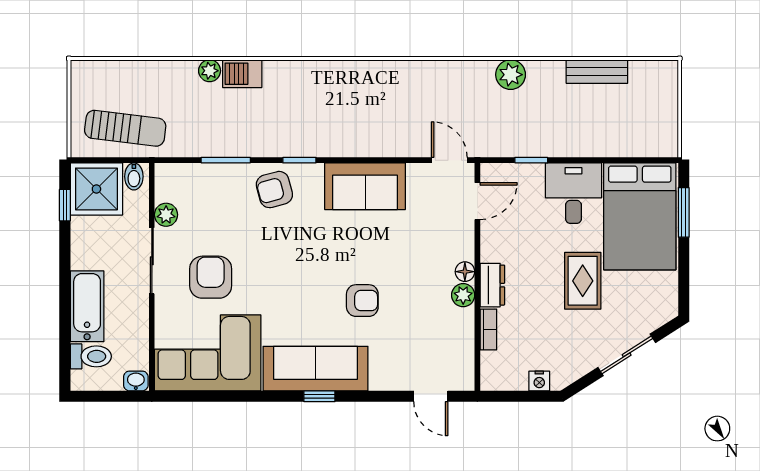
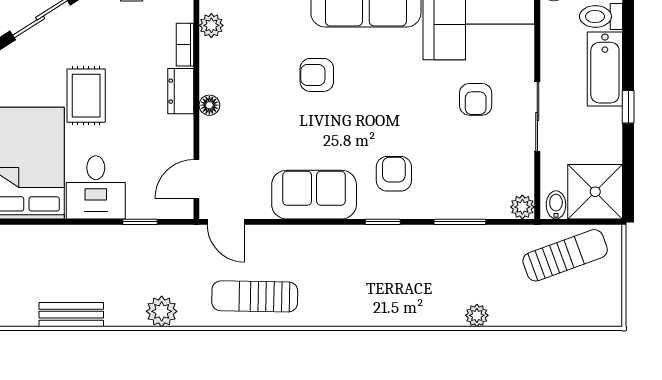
barbecue: (242, 74) -> (443, 312), removed
sun lounger: (422, 89) -> (255, 296), added
sun lounger: (125, 128) -> (565, 255), turned 153
armchair: (274, 190) -> (394, 174), moved, turned -75
window: (65, 205) -> (628, 107), moved
plant: (166, 215) -> (522, 207), moved
armchair: (211, 277) -> (476, 99), width x0.72, depth x0.72
plant: (463, 295) -> (211, 25), moved

